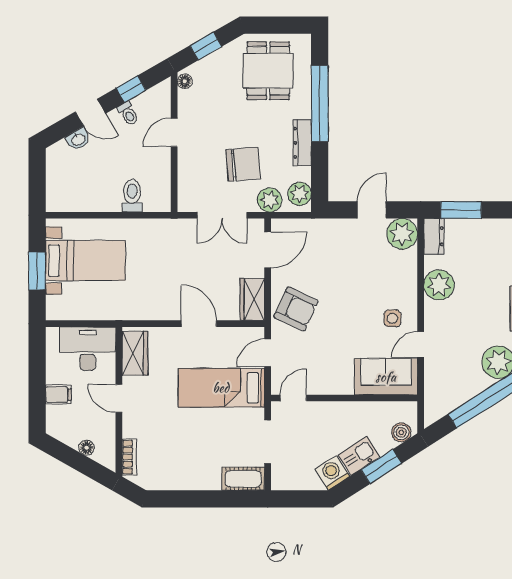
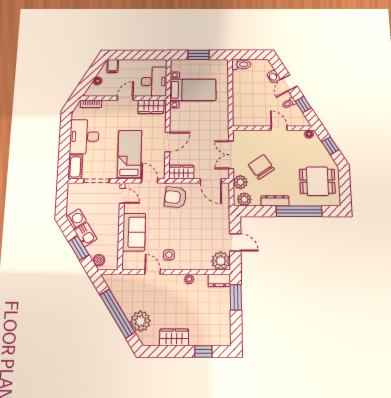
chair: (243, 164) -> (261, 167), turned 151
toilet: (132, 196) -> (241, 64), moved
bed with nightstands: (85, 261) -> (193, 90), moved, turned -90
plant: (439, 285) -> (189, 279), width x0.53, depth x0.53
armchair: (296, 309) -> (175, 197), turned 71
sofa: (386, 377) -> (134, 232), moved
filing cabinet: (58, 395) -> (113, 66), moved
desk: (189, 466) -> (84, 137), added

